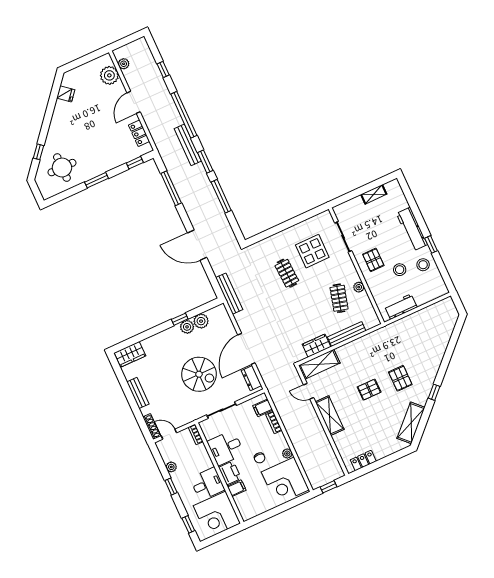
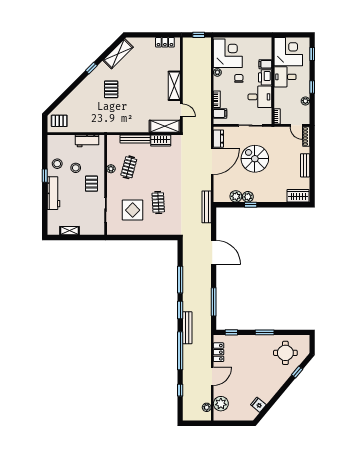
pallet: (369, 390) -> (59, 121), moved

